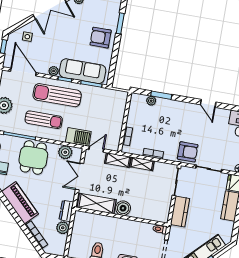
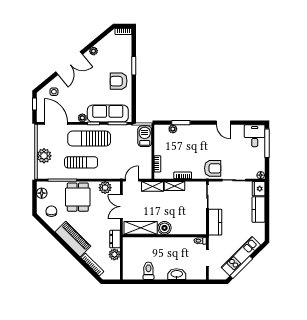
barbecue: (78, 137) -> (145, 136), moved, turned -90

